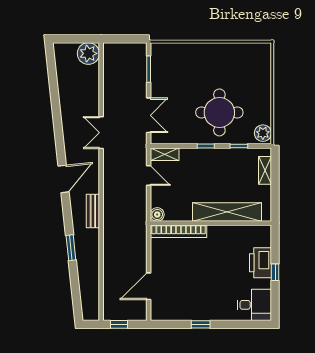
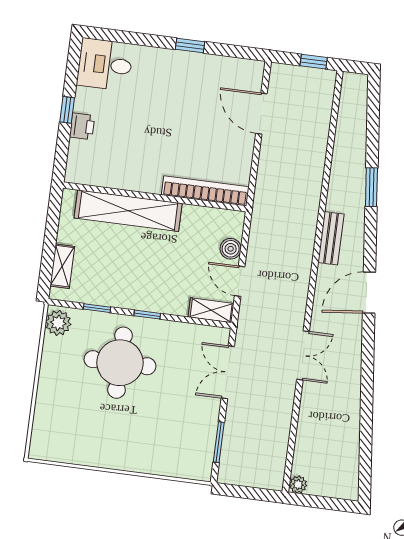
plant: (88, 53) -> (298, 485), width x0.53, depth x0.53
boiler: (157, 214) -> (231, 249), moved
printer: (260, 263) -> (82, 126), width x0.53, depth x0.68
door: (149, 286) -> (261, 114), swing flipped

